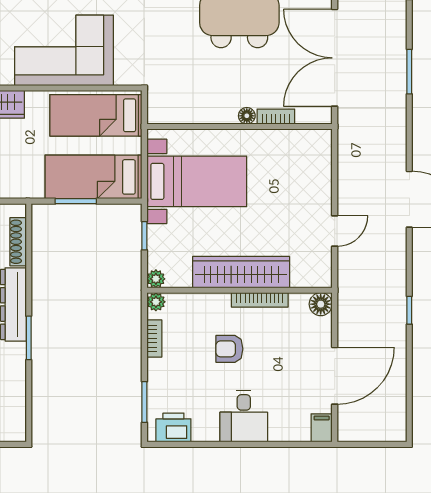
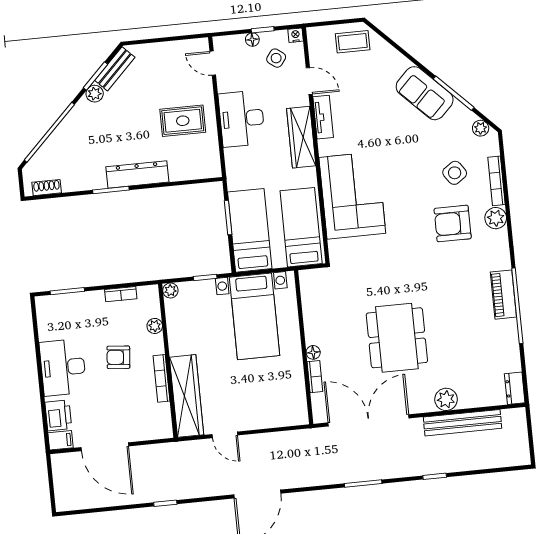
shoe rack: (18, 242) -> (47, 188), moved, width x0.70
wardrobe: (241, 272) -> (187, 396), moved
plant: (156, 302) -> (155, 326), moved
floor lamp: (321, 304) -> (163, 429), removed
armchair: (229, 349) -> (118, 357), turned -85
desk: (244, 416) -> (63, 367), width x1.37
printer: (173, 428) -> (58, 415), moved

